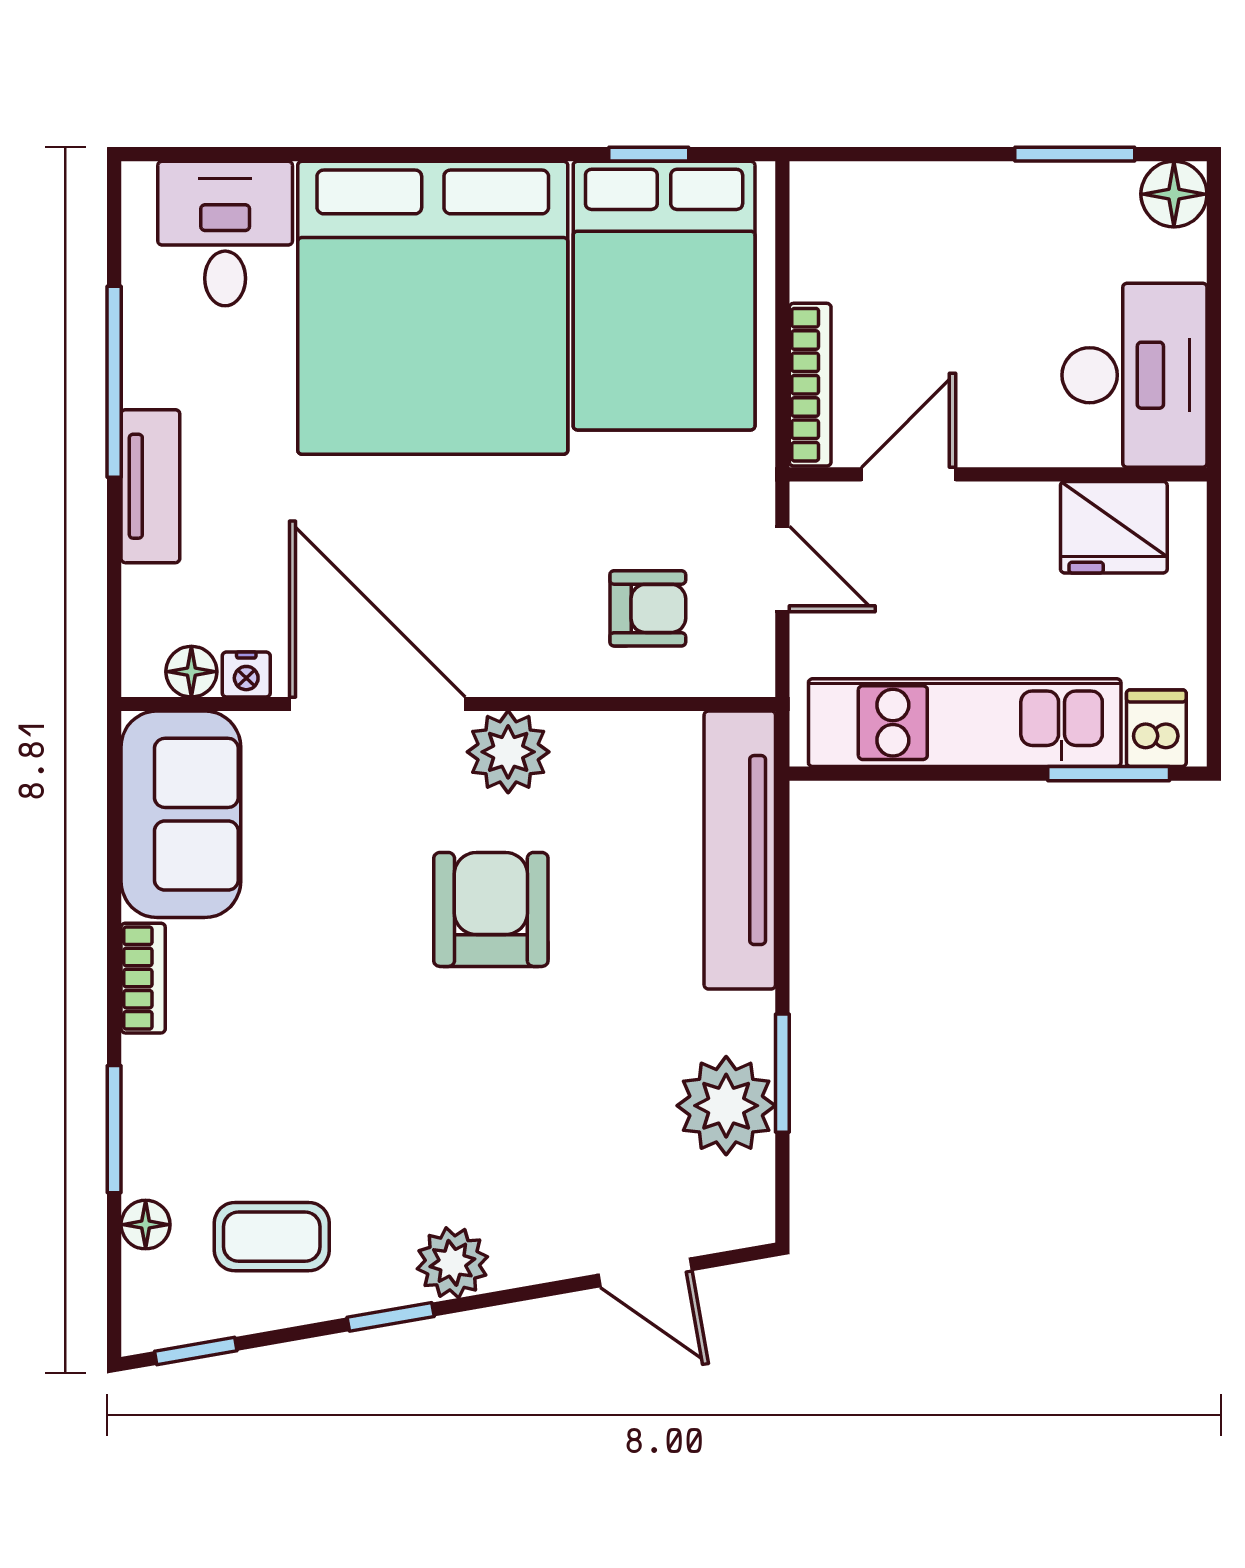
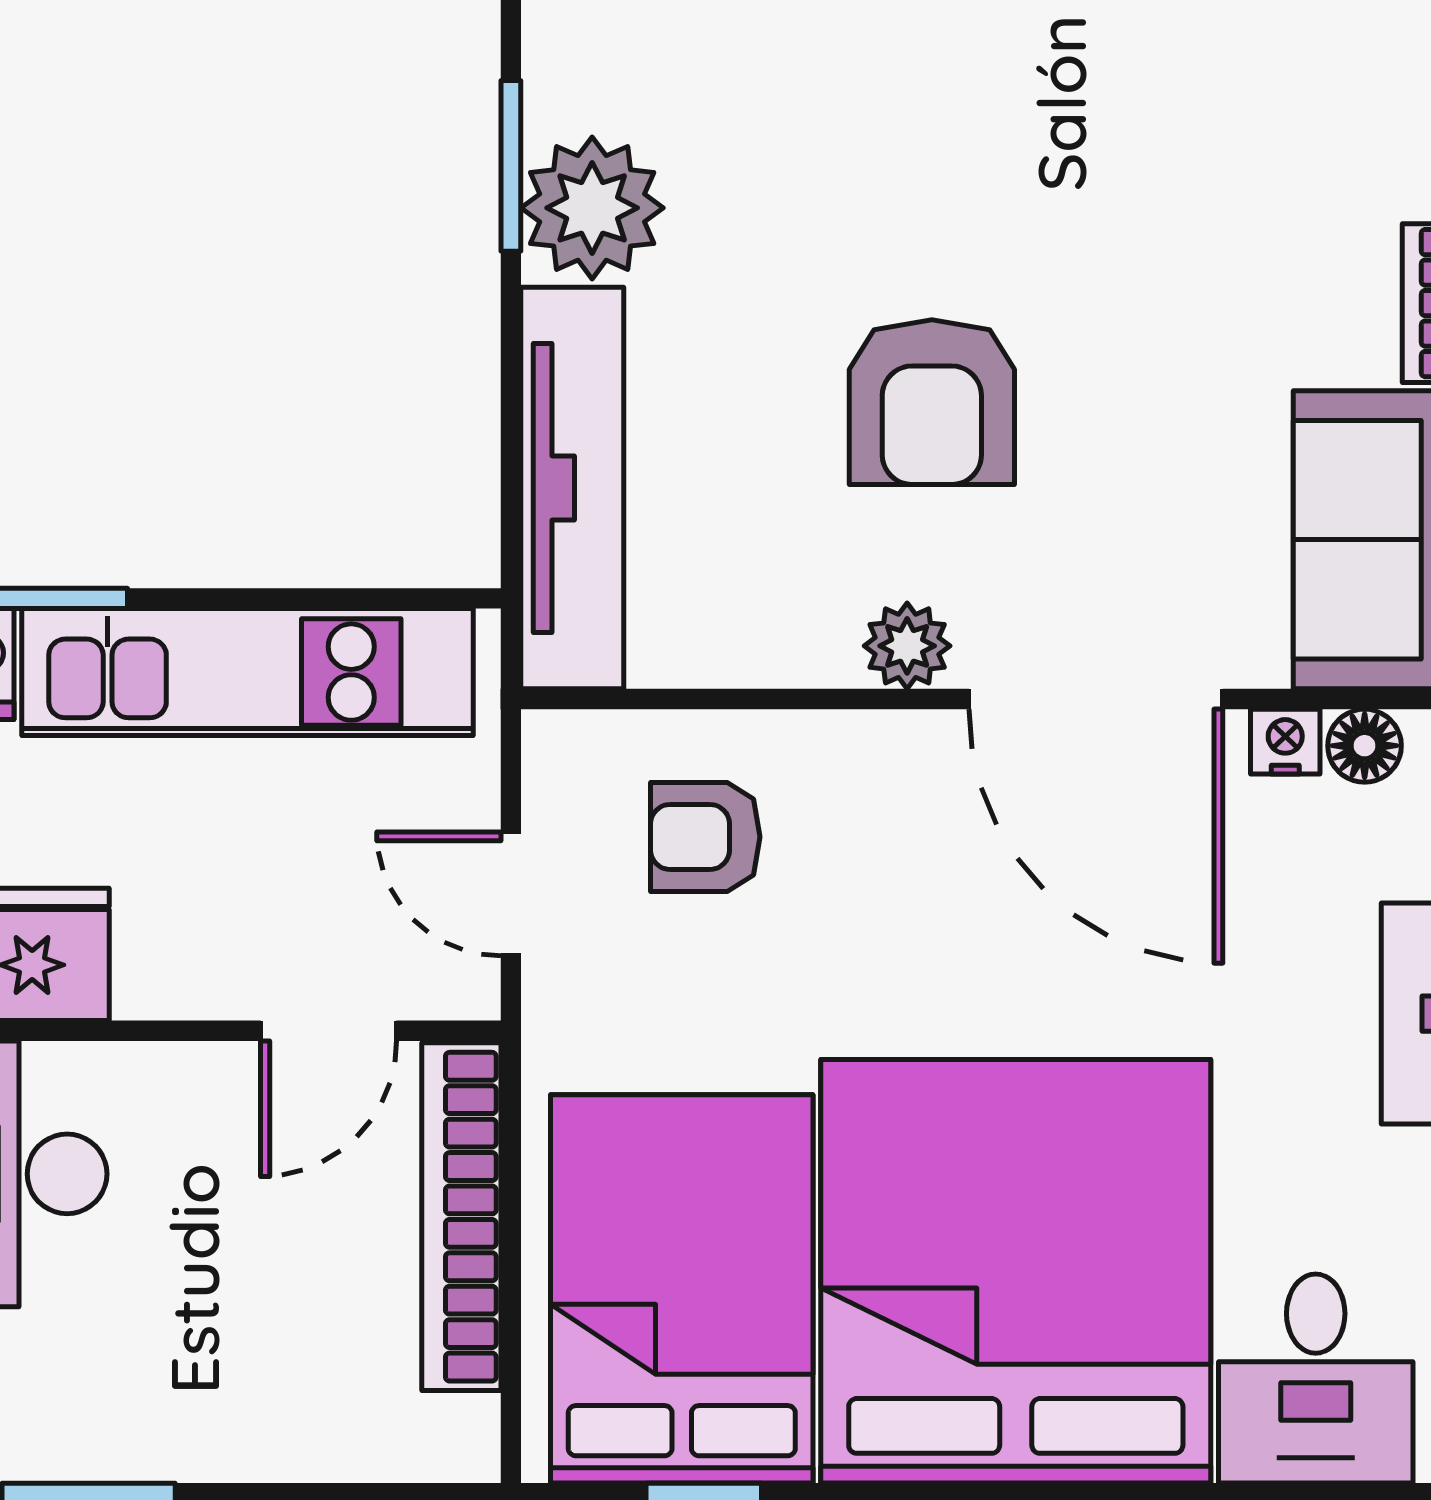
bookcase: (810, 385) -> (461, 1217), width x1.48, depth x1.31
plant: (508, 752) -> (907, 646), width x0.73, depth x0.73
plant: (726, 1106) -> (592, 208), moved

